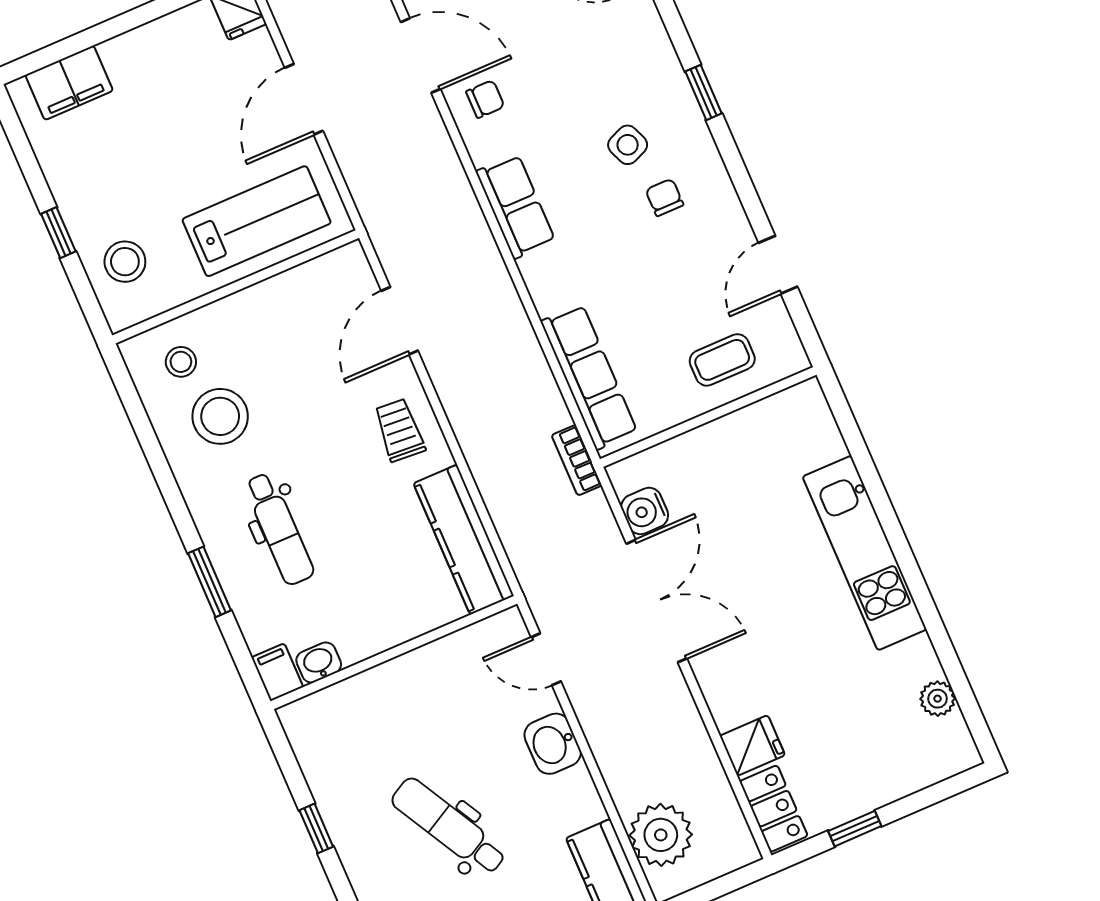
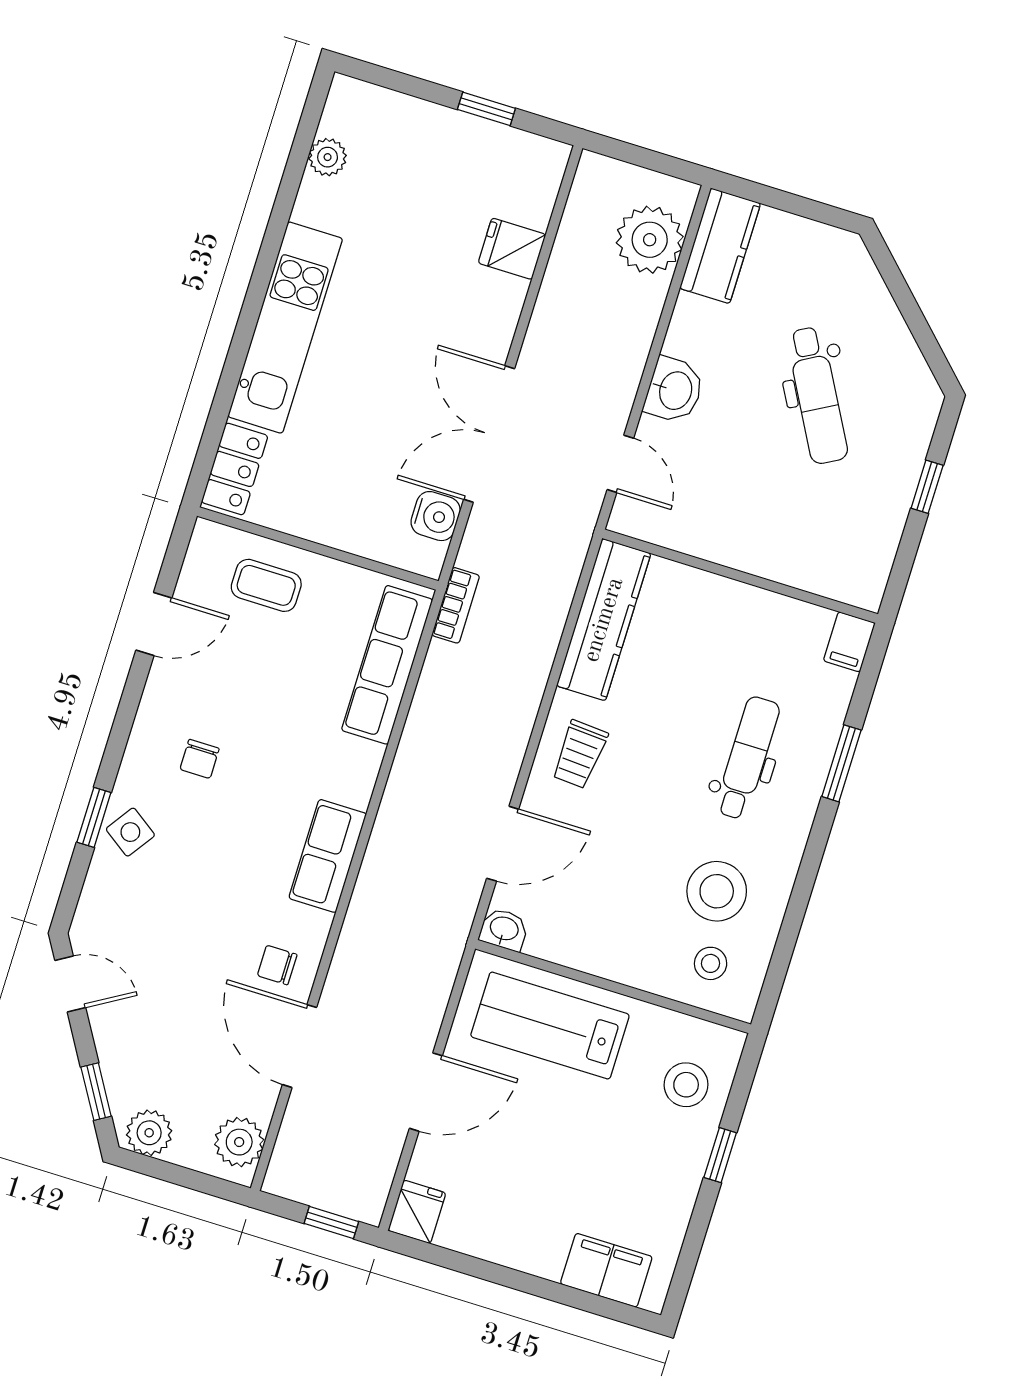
side table: (628, 145) -> (130, 832), moved, turned -33
washbasin: (319, 662) -> (504, 929), moved, turned 180
locker: (774, 809) -> (235, 469), moved, turned 180

